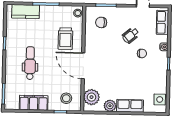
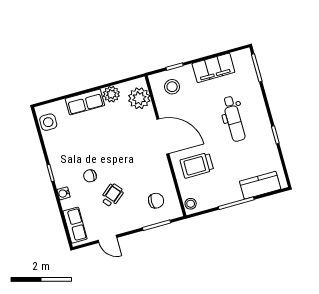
trolley: (65, 39) -> (197, 165), turned -90

